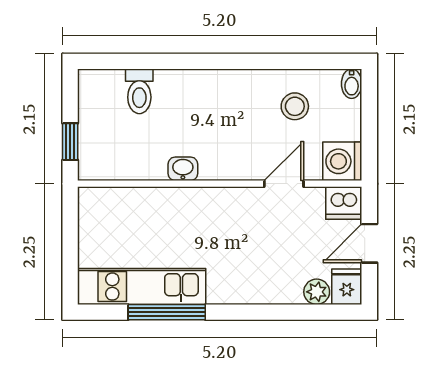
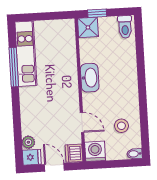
toilet: (139, 91) -> (125, 27), moved, turned -90
shower: (97, 161) -> (88, 27), added
washbasin: (183, 169) -> (90, 78), width x1.91, depth x1.45

